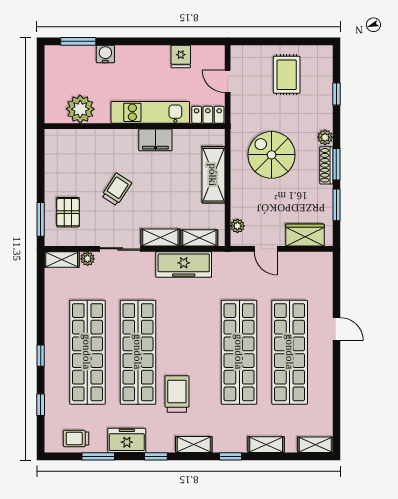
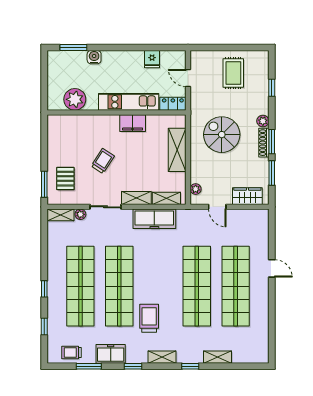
shelving: (315, 445) -> (255, 357), removed

